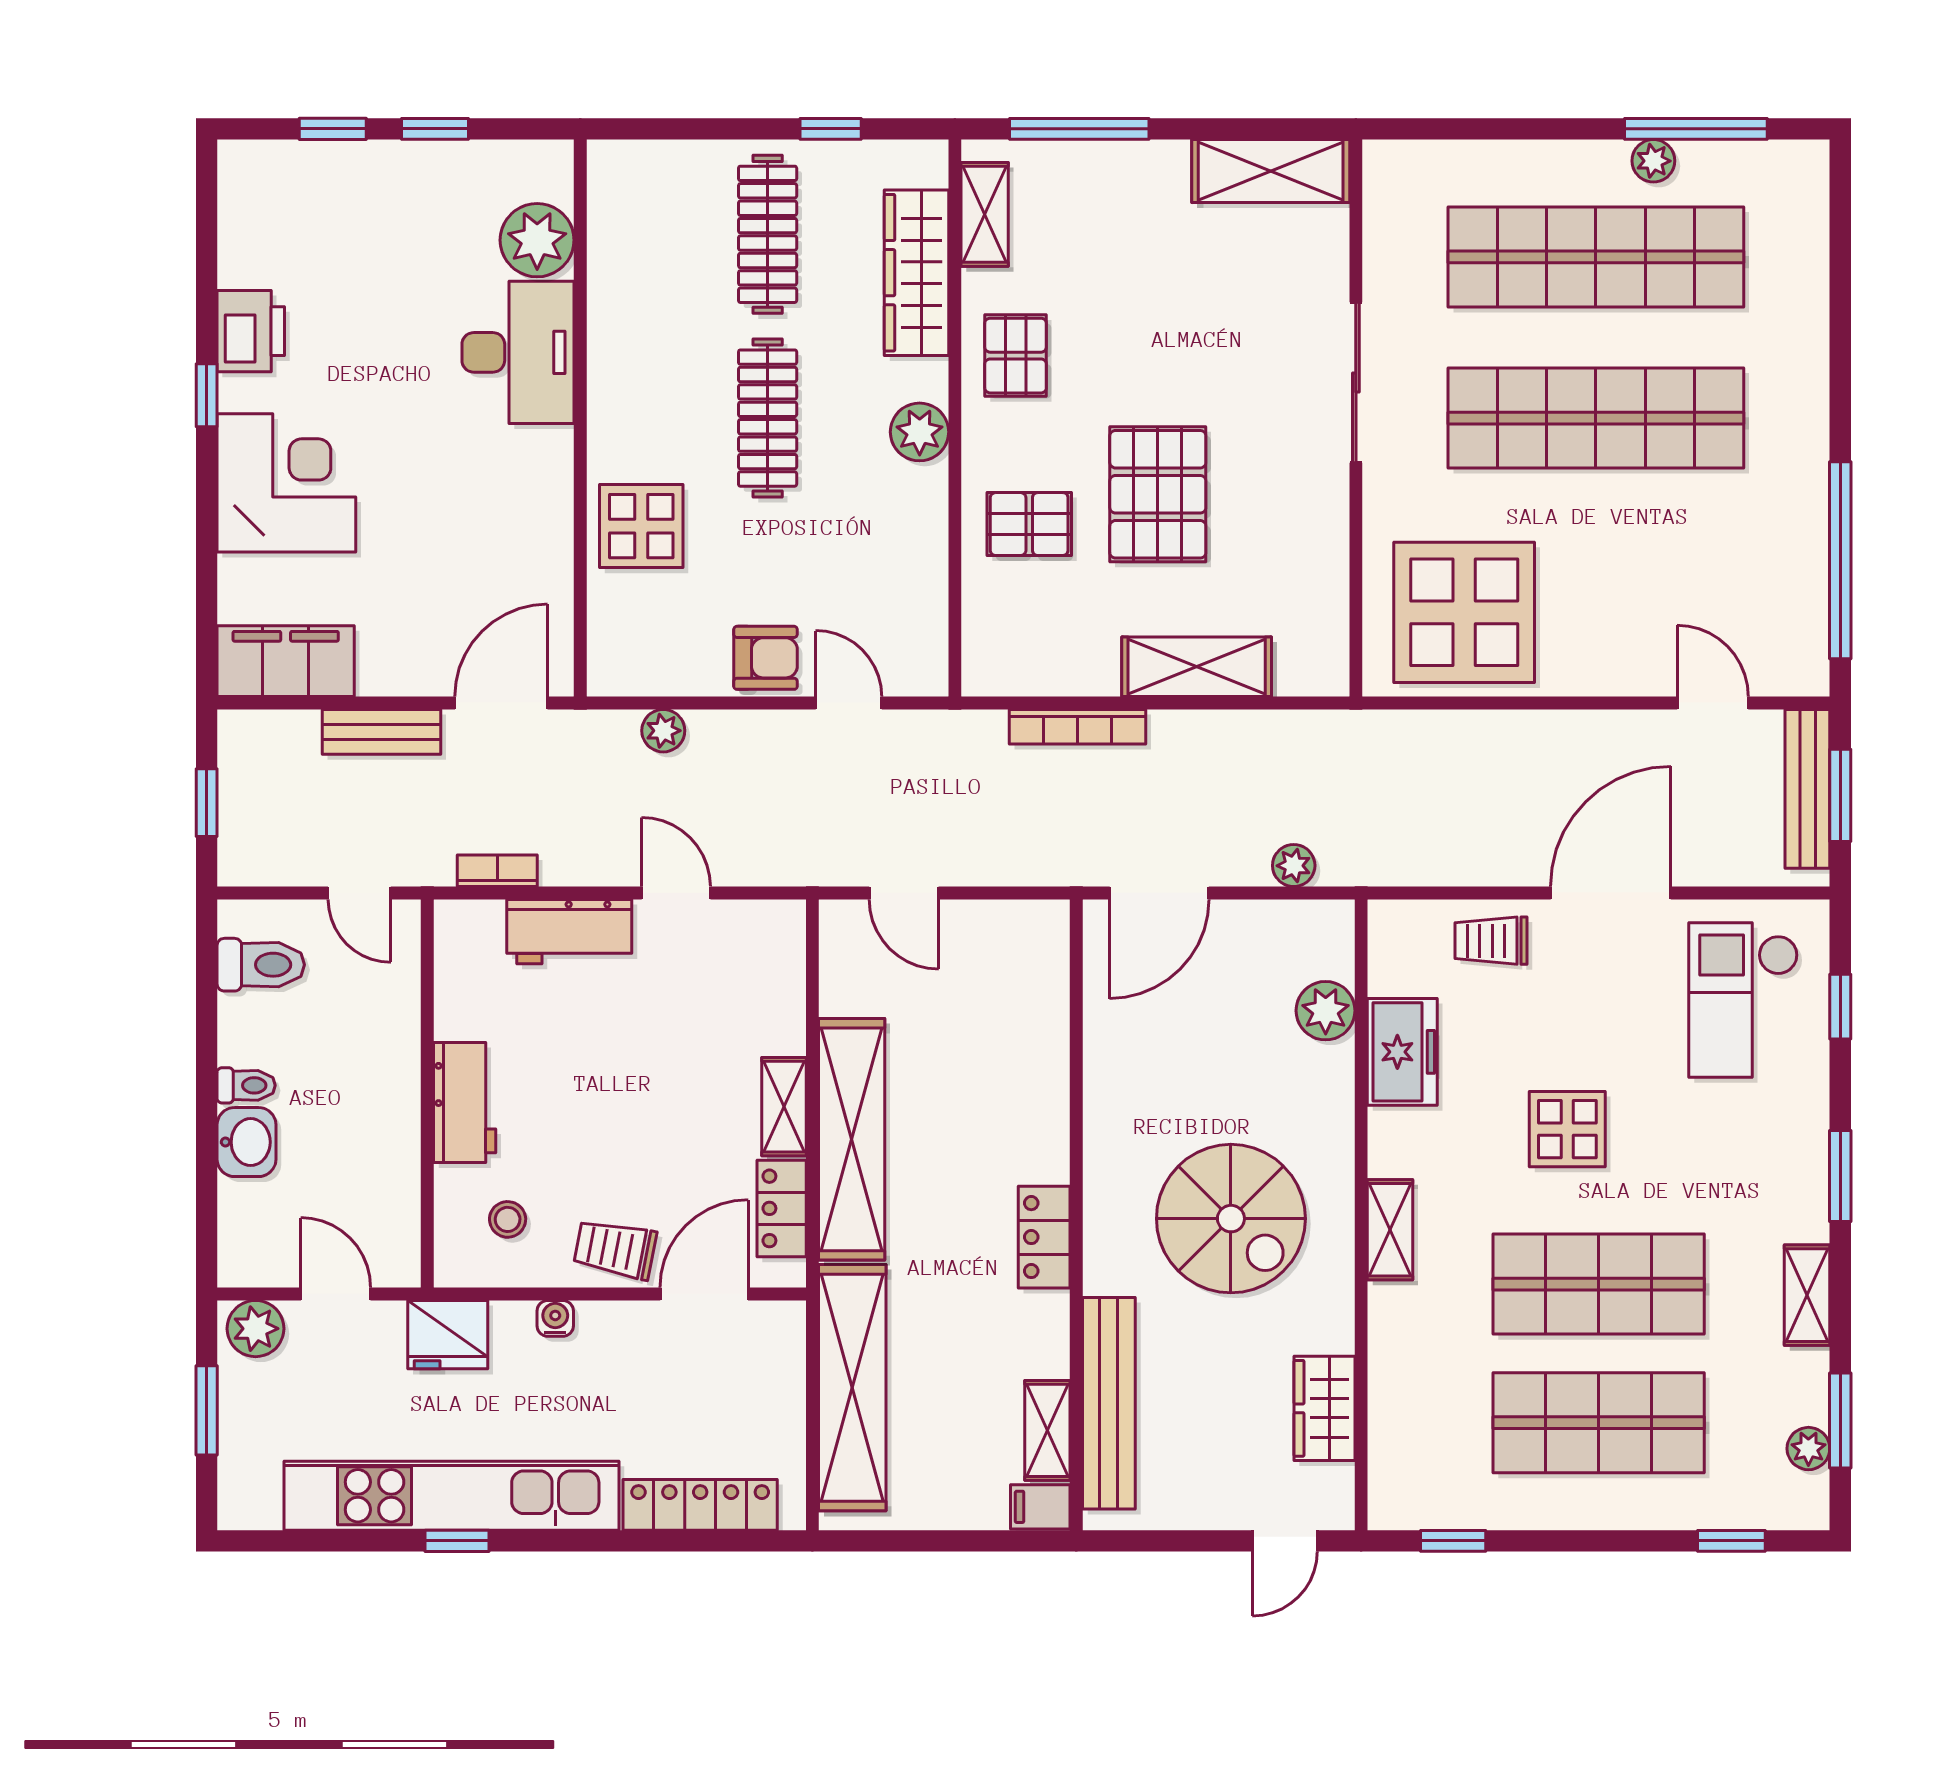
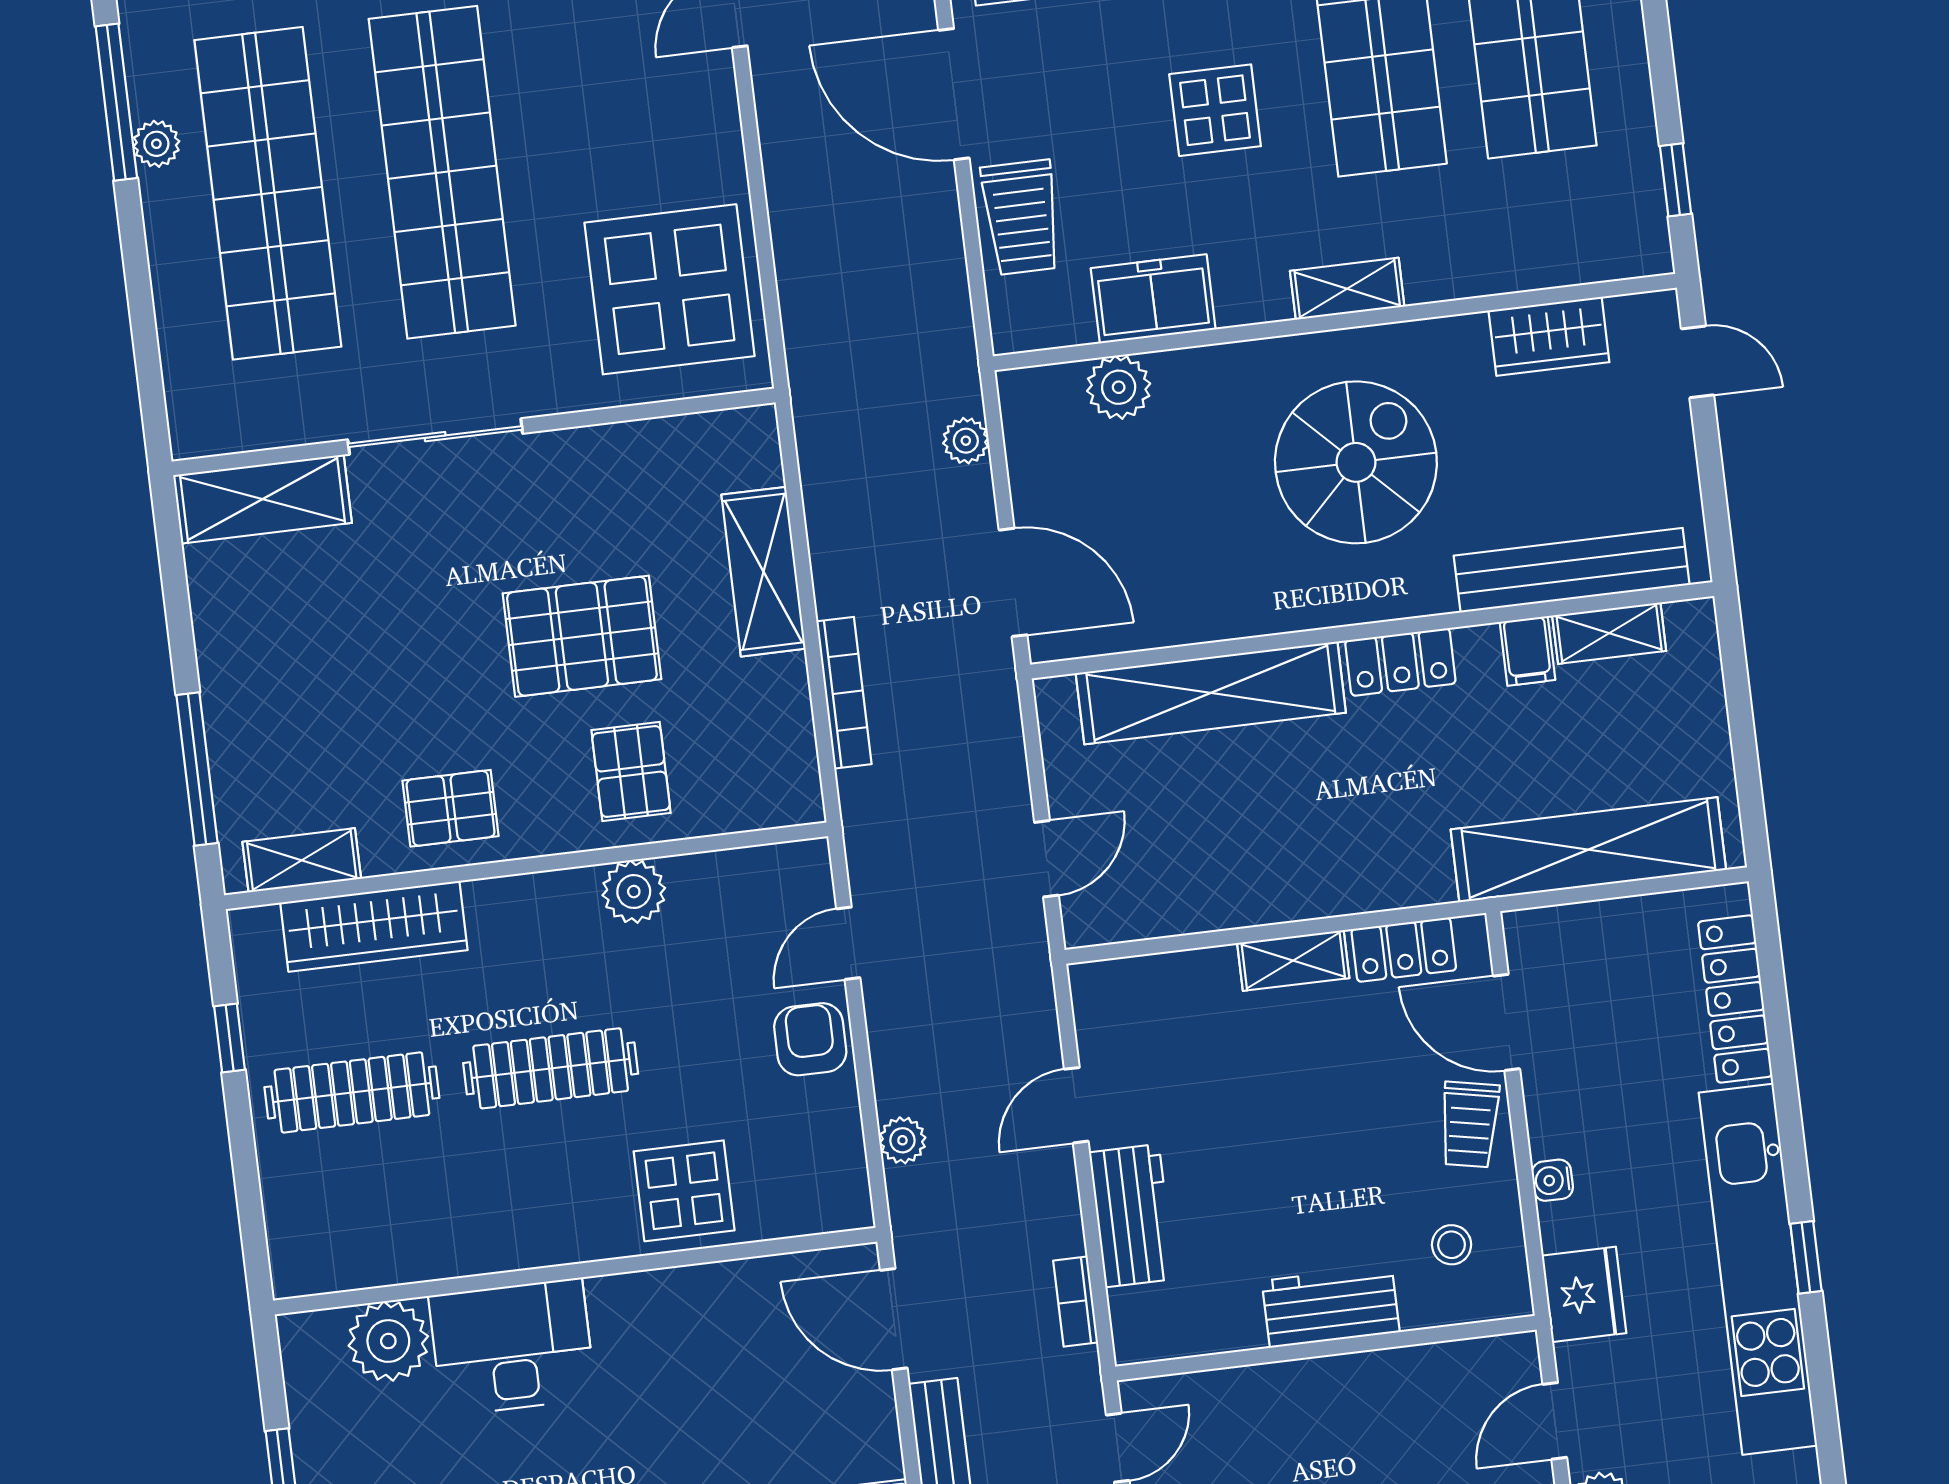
shelving: (1271, 171) -> (262, 499), moved, turned 90
plant: (920, 432) -> (634, 892), moved
trolley: (1491, 941) -> (1021, 217), width x1.36, depth x1.39
shelving: (852, 1139) -> (1211, 693), moved
filing cabinet: (1040, 1507) -> (1527, 651), moved

